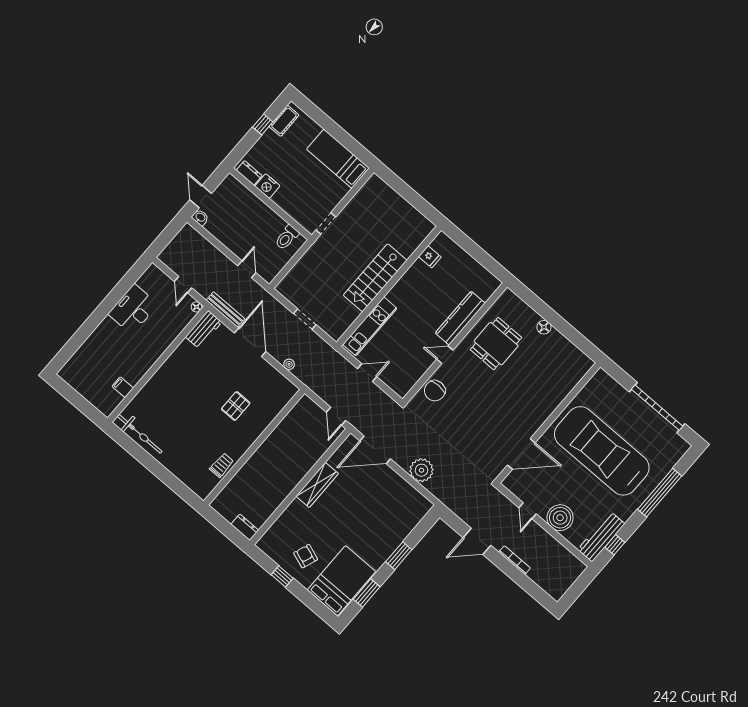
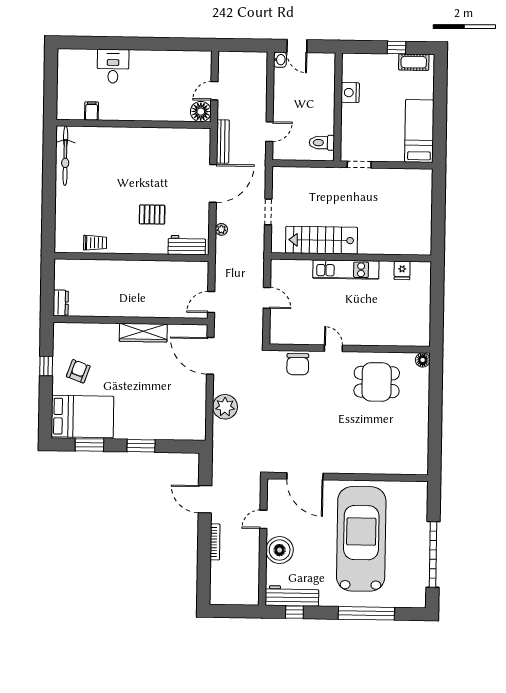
dresser: (249, 173) -> (348, 69), removed
door: (201, 197) -> (297, 46), swing flipped
stairs: (375, 278) -> (321, 240), moved
floor lamp: (196, 307) -> (201, 112), width x1.89, depth x1.89
desk: (133, 309) -> (113, 66), moved, width x0.73
kitchen counter: (460, 318) -> (373, 336), removed
kitchen unit: (370, 326) -> (346, 270), moved
floor lamp: (544, 327) -> (423, 360), moved
workbench: (204, 330) -> (187, 245), moved, turned 180
chair: (435, 391) -> (298, 364), turned -90

